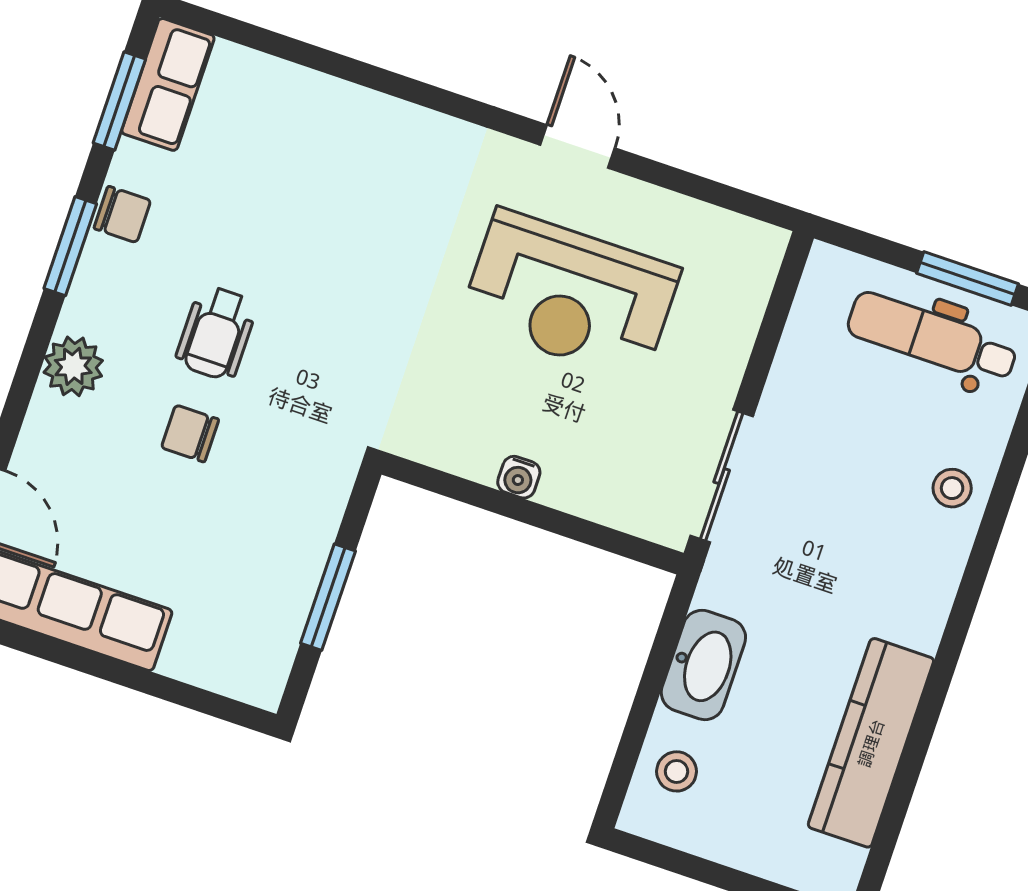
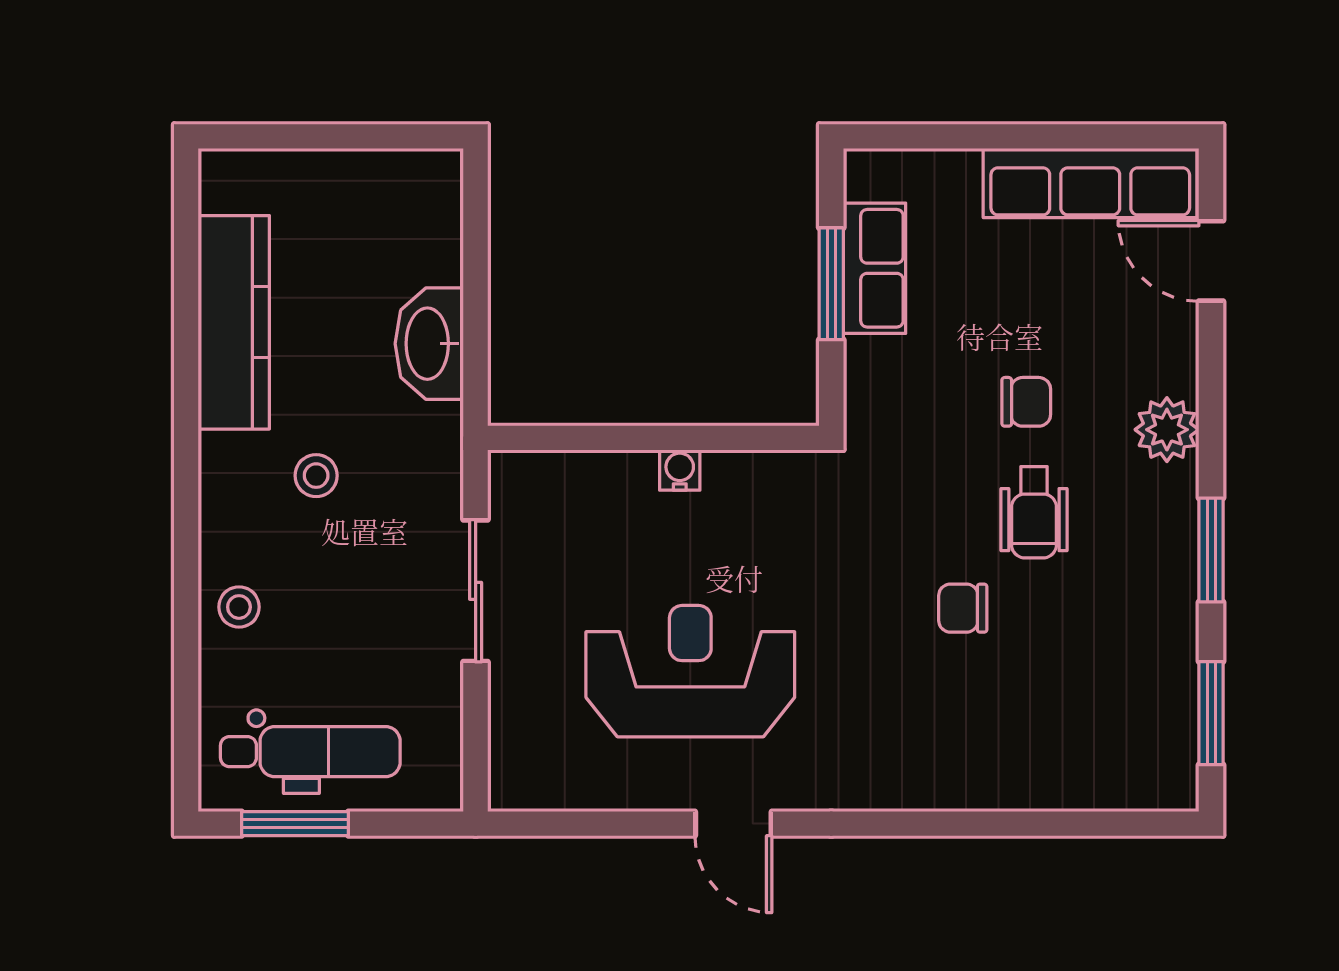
row of seats: (168, 84) -> (874, 268), moved, turned 180
chair: (122, 214) -> (963, 608), moved
wheelchair: (216, 333) -> (1034, 512), turned 180
sliding door: (722, 476) -> (476, 591), moved
stool: (677, 771) -> (316, 476), moved

